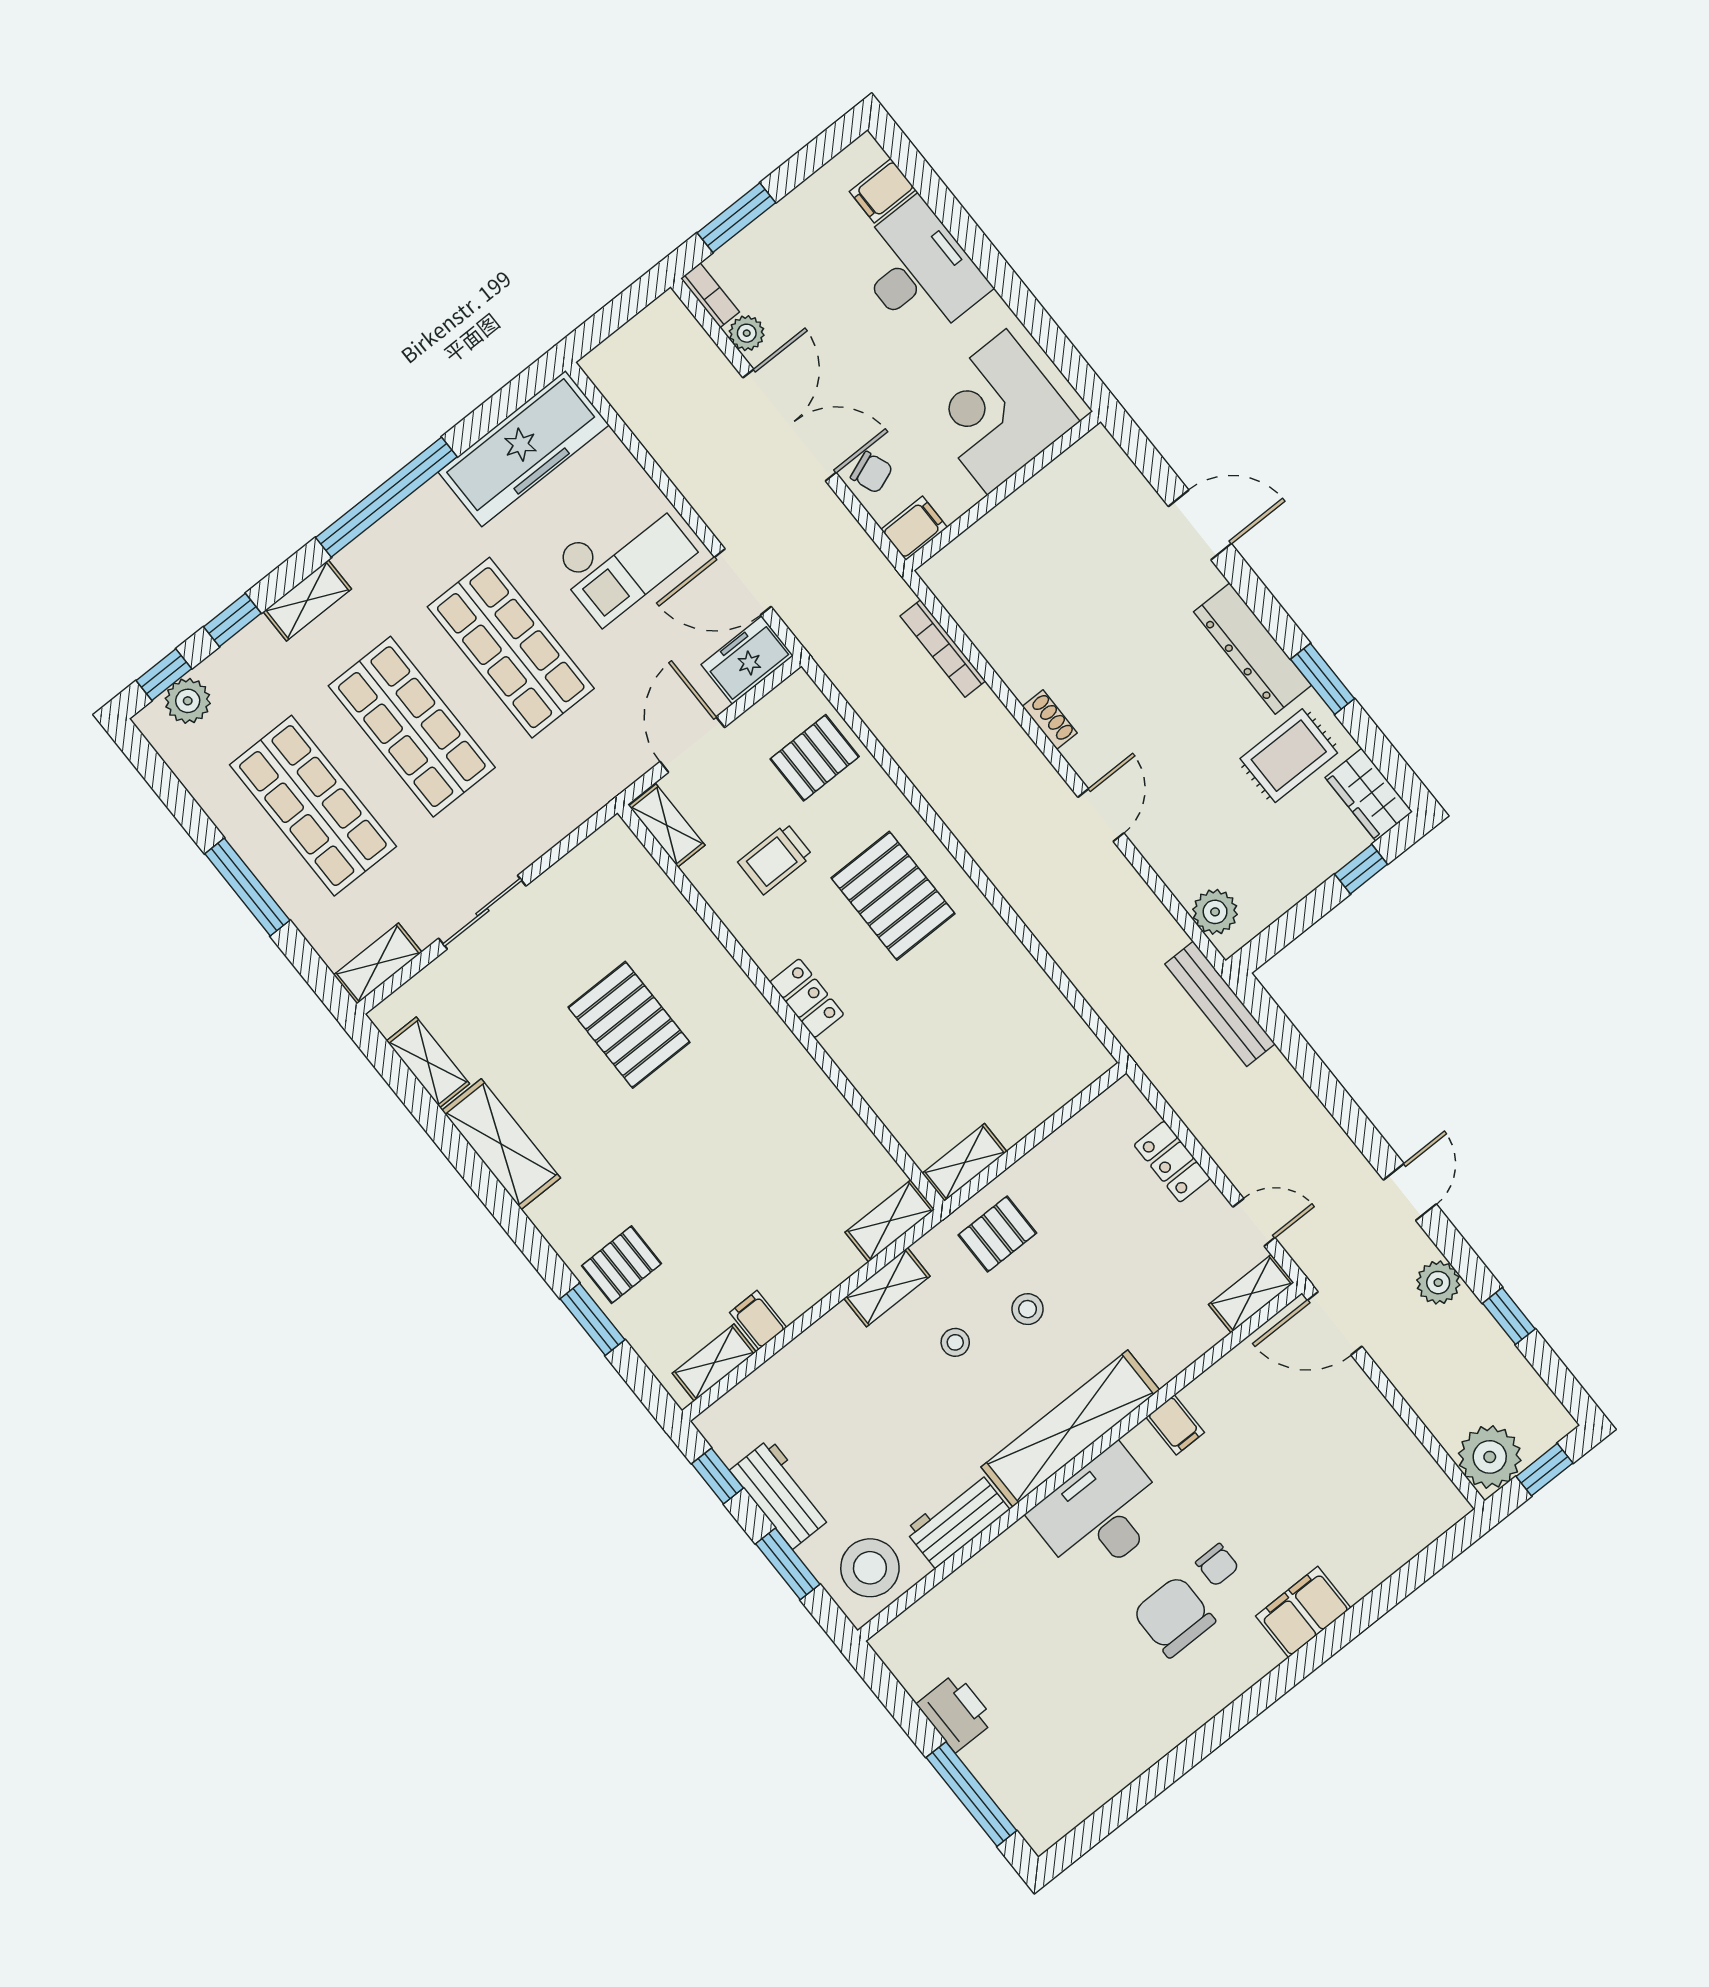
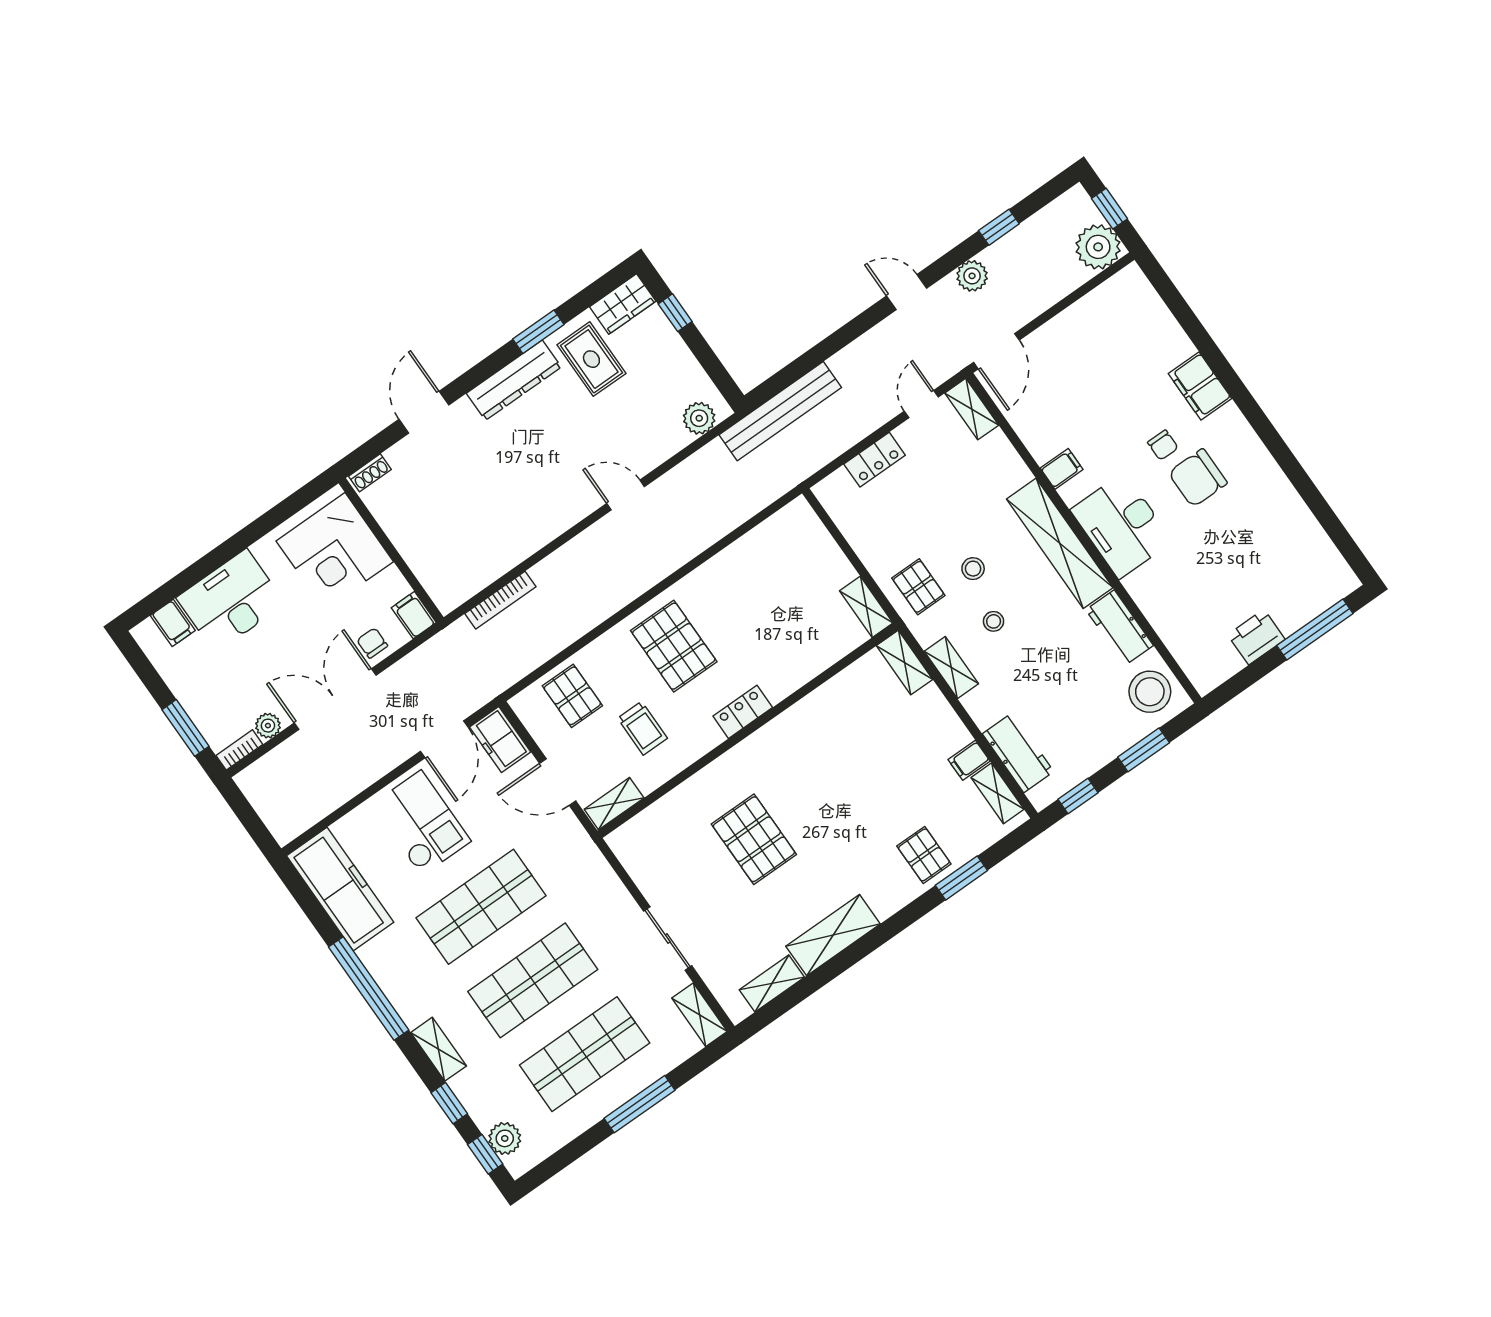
chair: (872, 472) -> (372, 643), turned -69
shoe rack: (1050, 720) -> (370, 473), moved, turned 180
pallet: (893, 896) -> (674, 646), turned 90
bench: (1220, 1004) -> (780, 411), width x1.37, depth x1.21
pallet: (629, 1025) -> (754, 839), turned 90
workbench: (781, 1494) -> (1018, 753), moved, turned 90
chair: (1217, 1565) -> (1163, 445), turned 90

